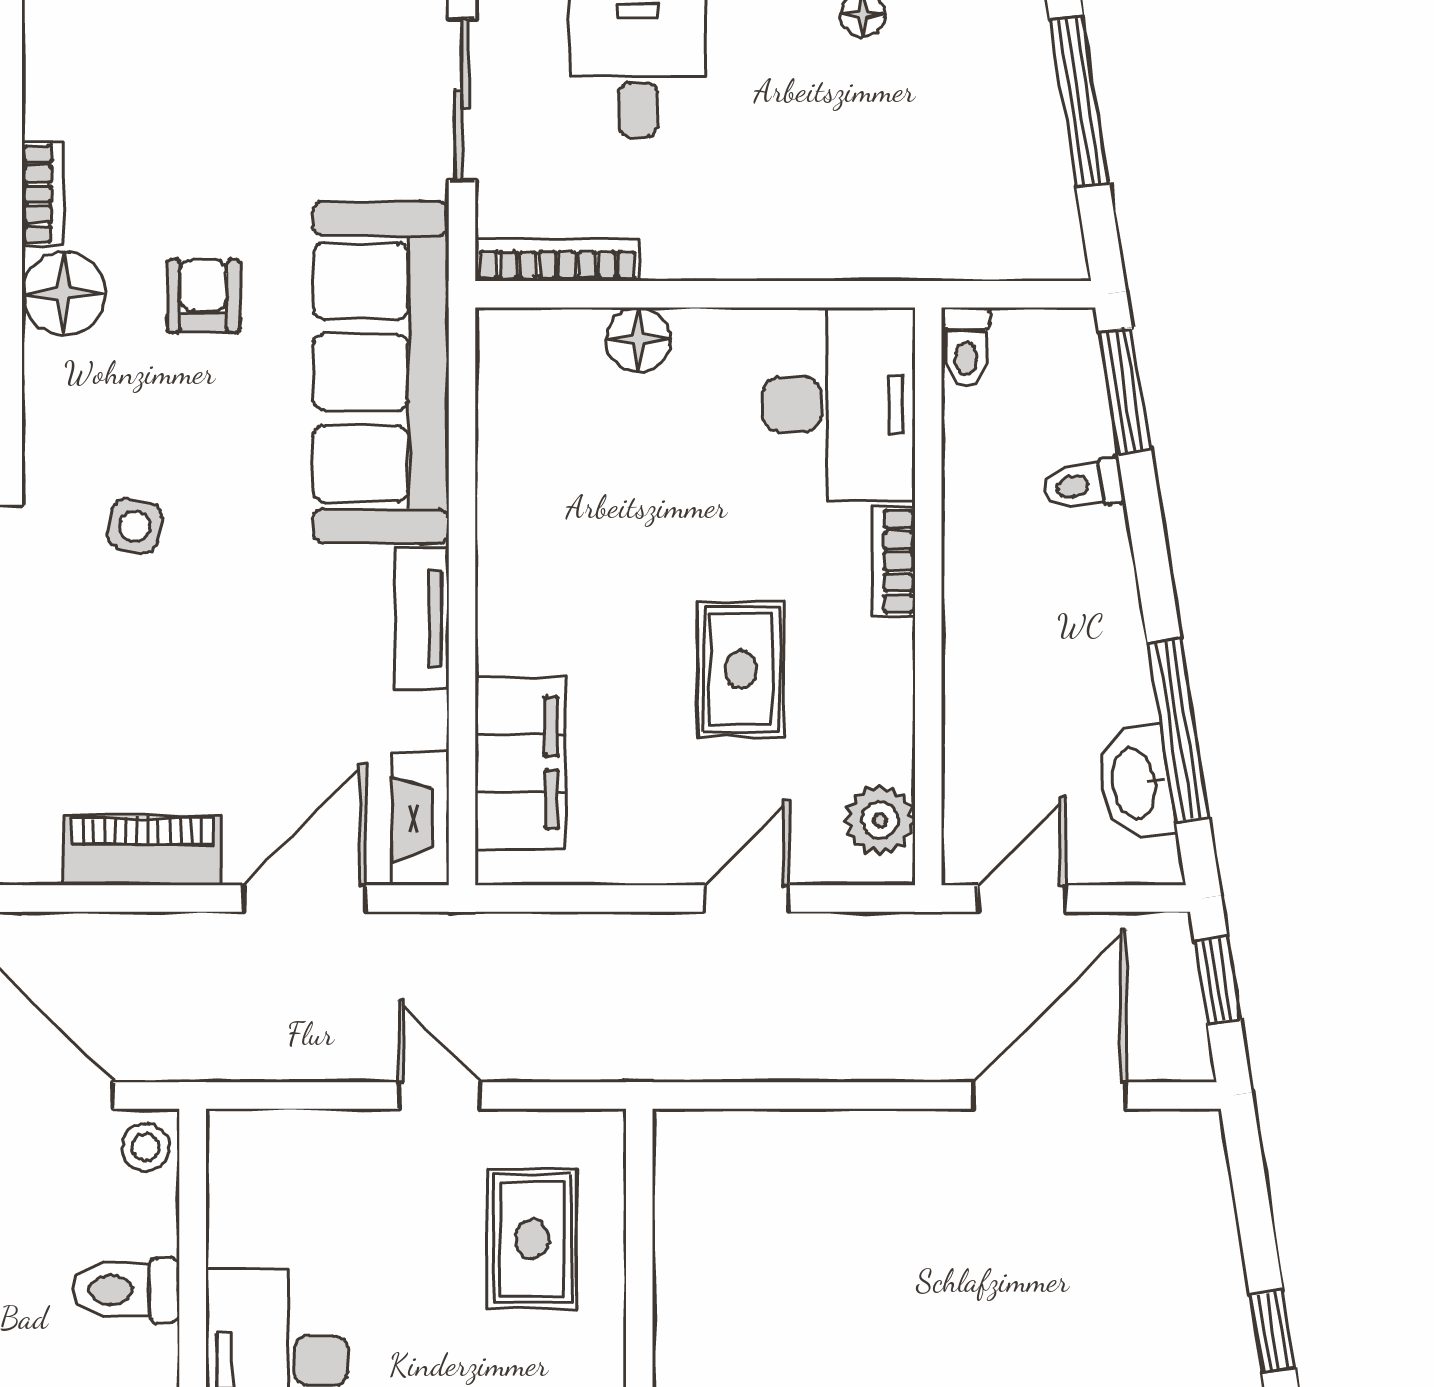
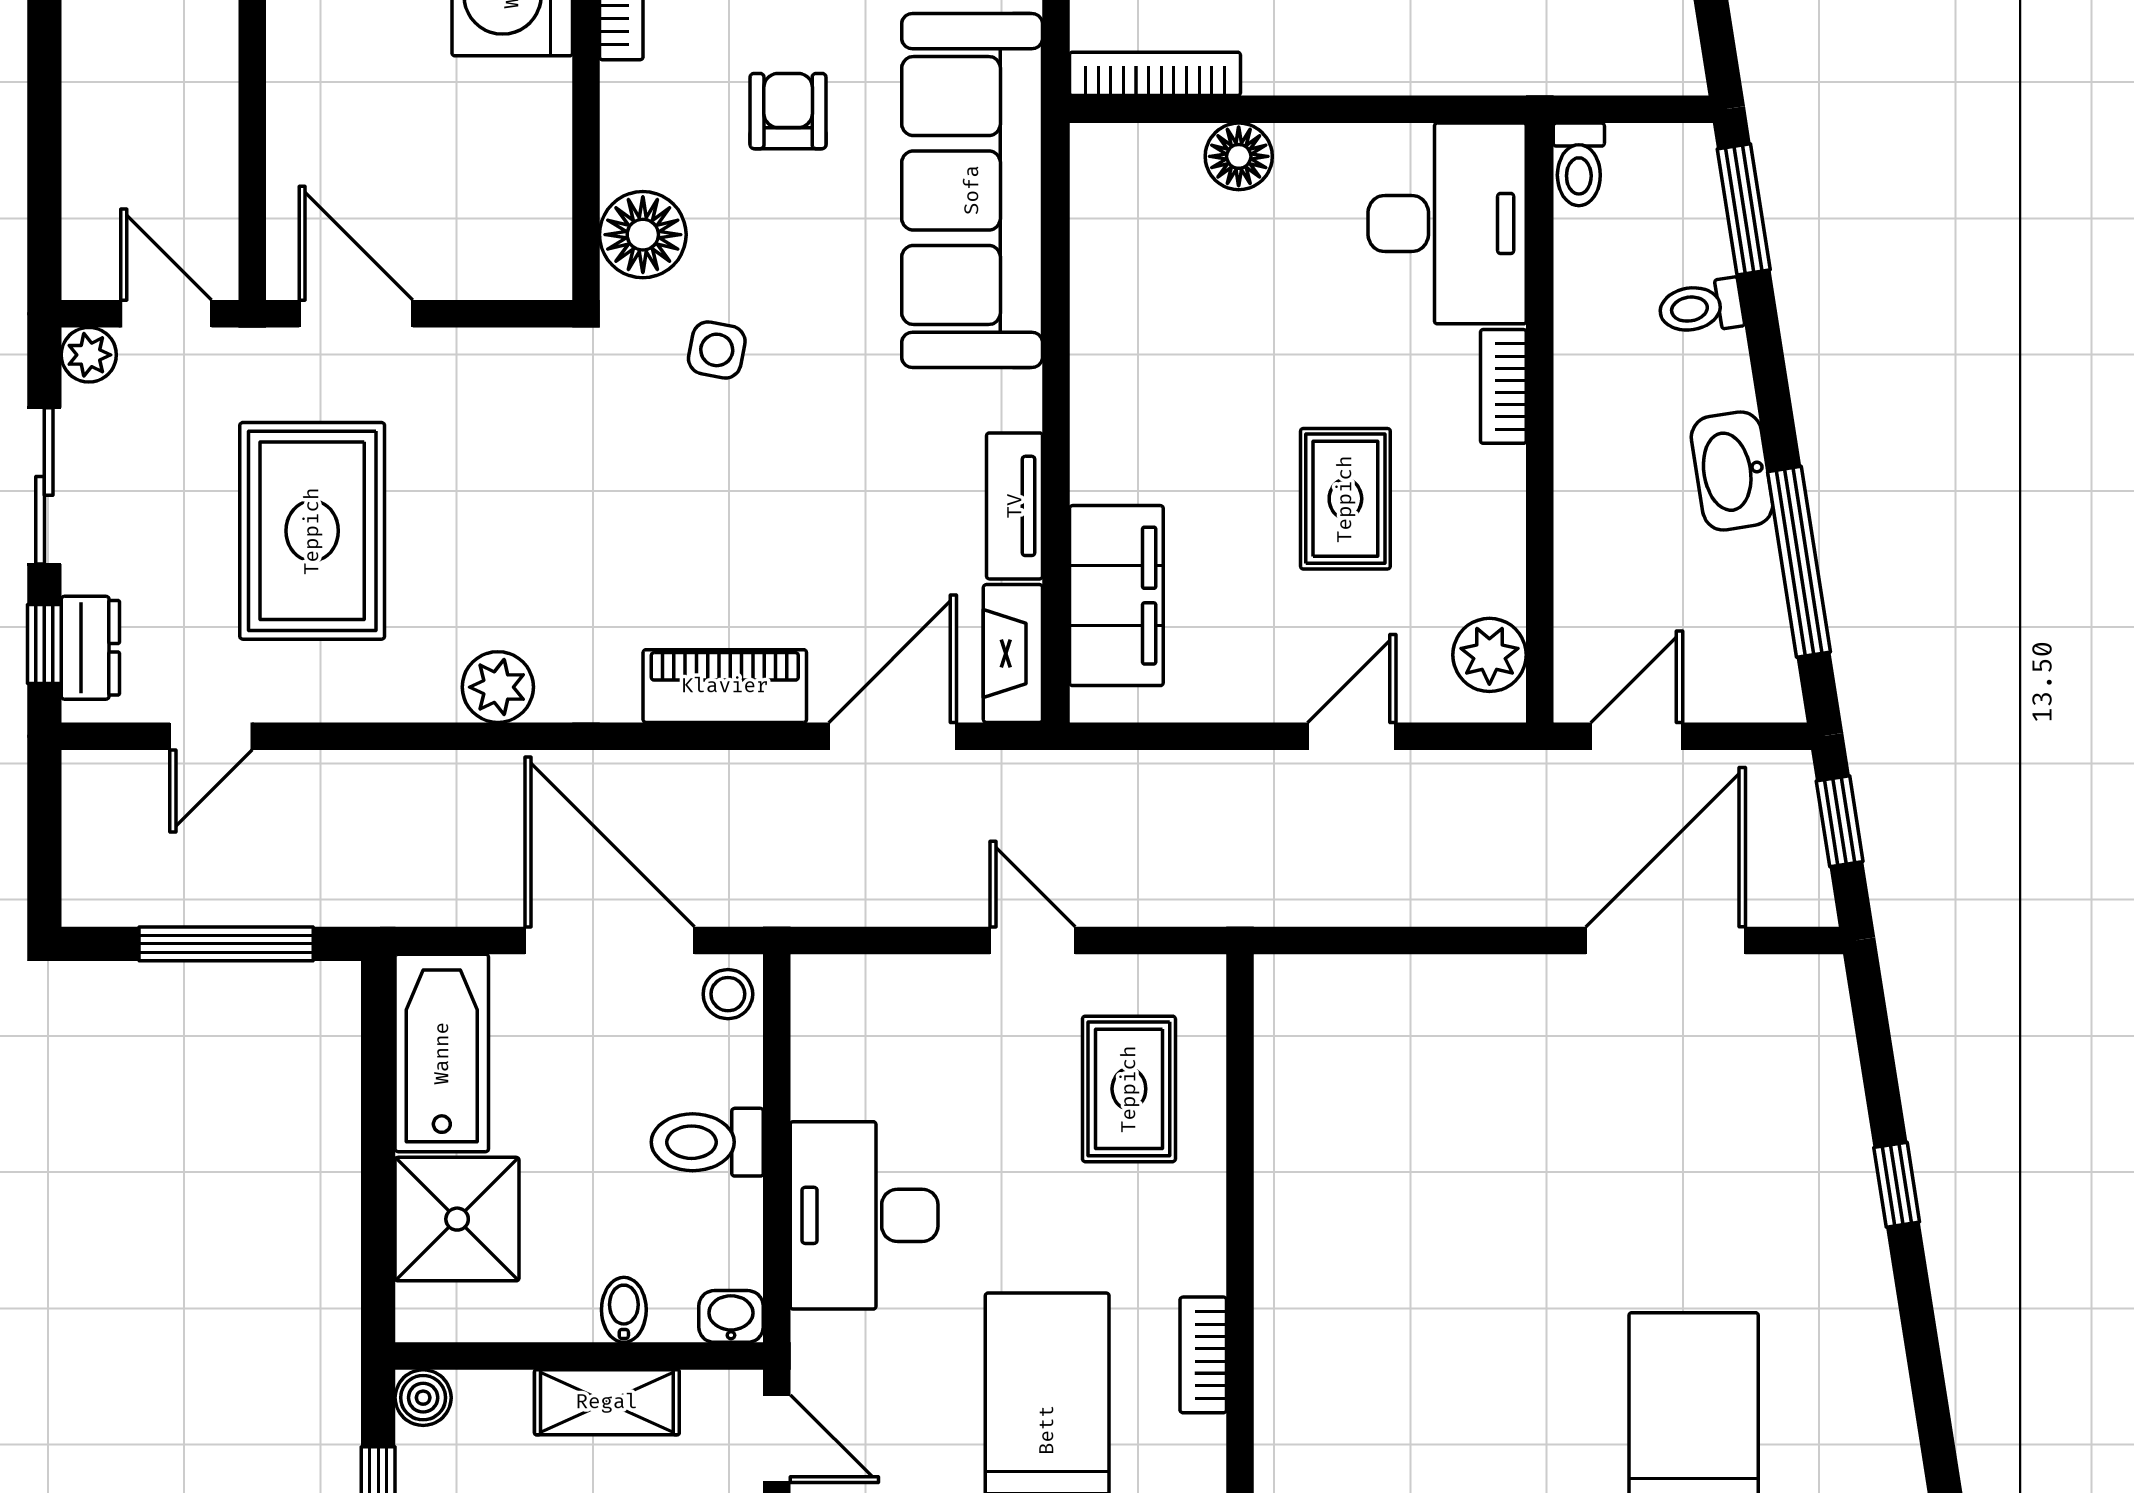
floor lamp: (63, 293) -> (643, 235), moved
tv unit: (422, 619) -> (1015, 506), moved
washbasin: (1136, 783) -> (1732, 471), moved

